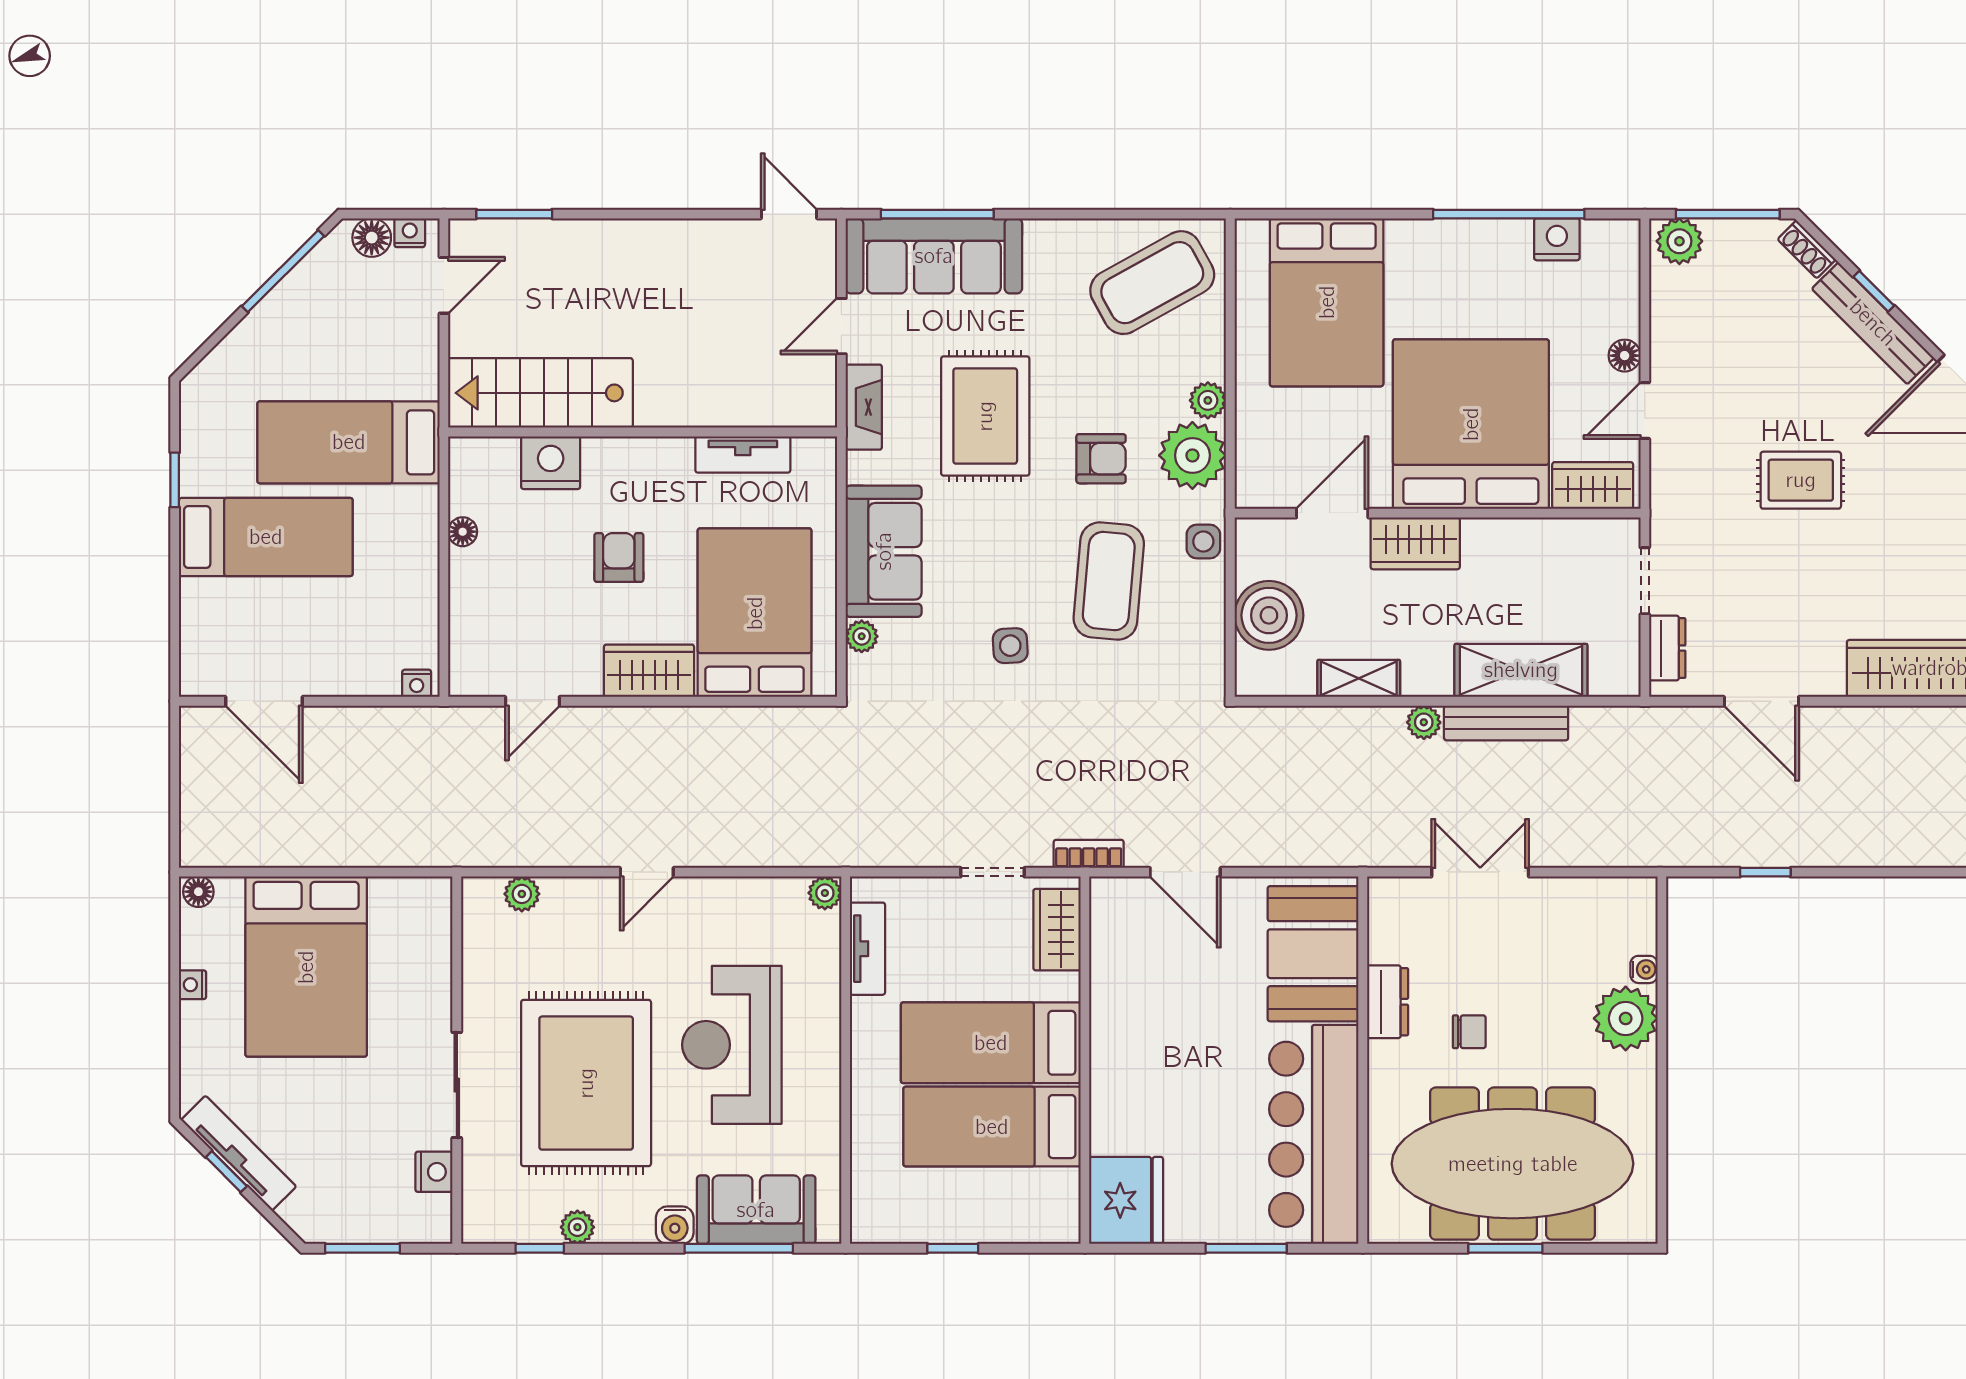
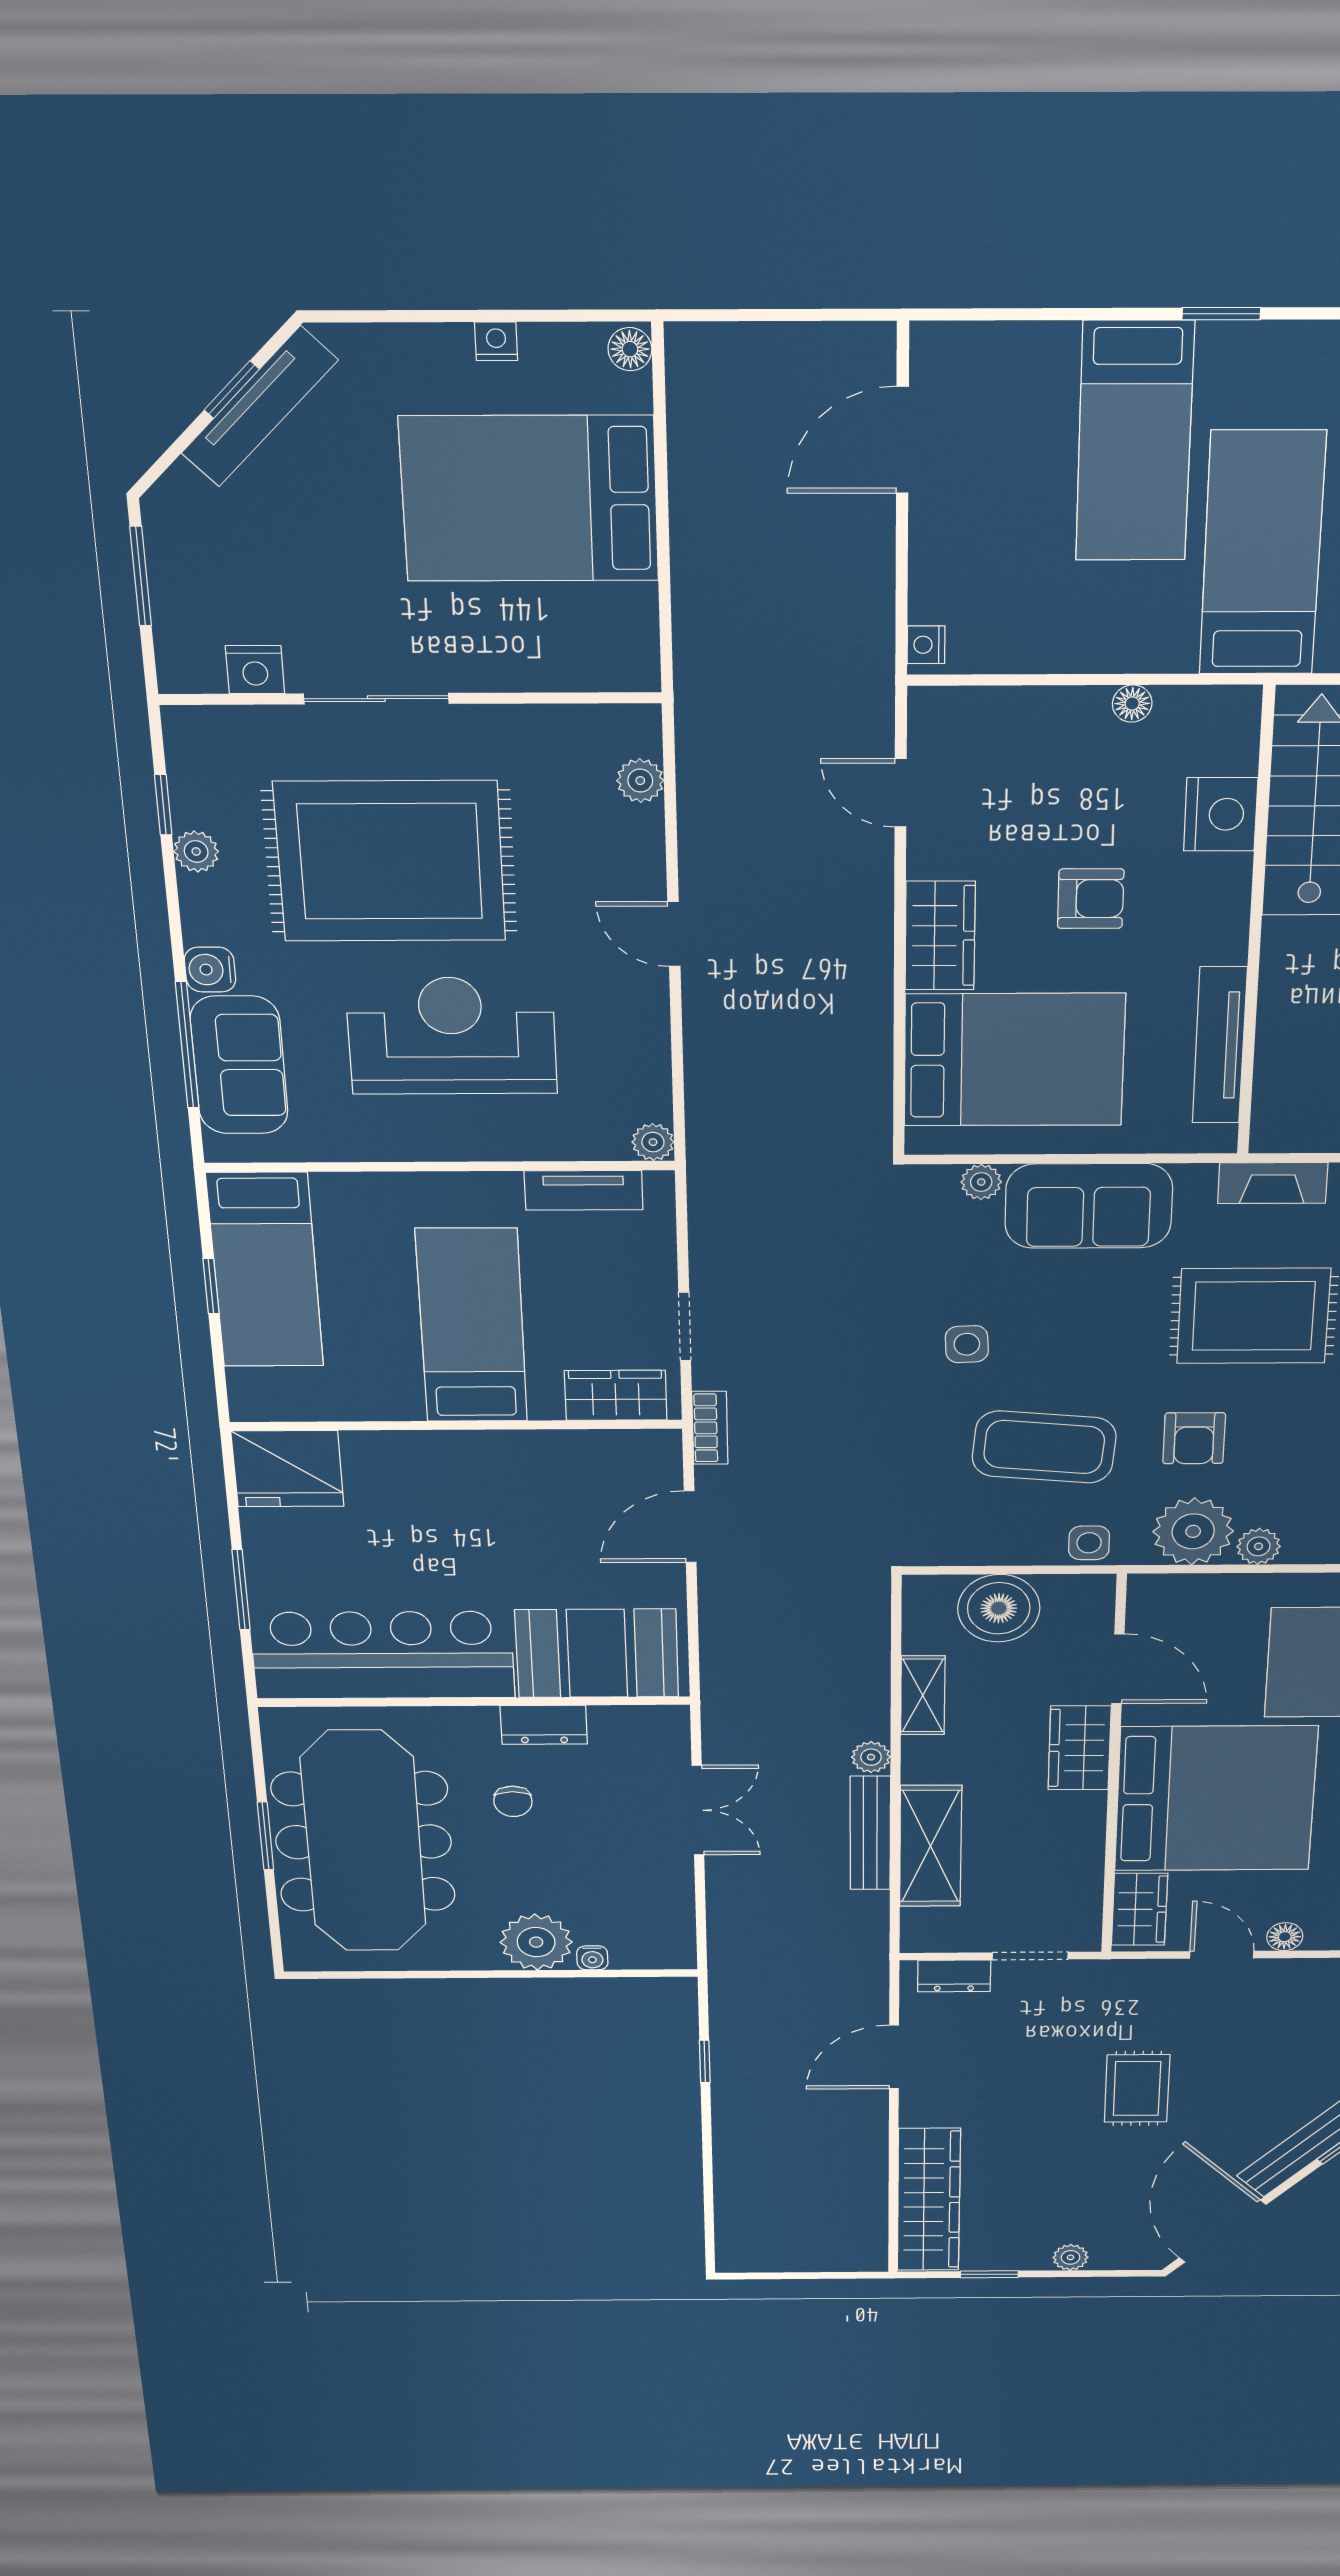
tv unit: (743, 454) -> (1220, 1045), width x1.41
bed: (992, 1127) -> (265, 1270), moved, turned 180

